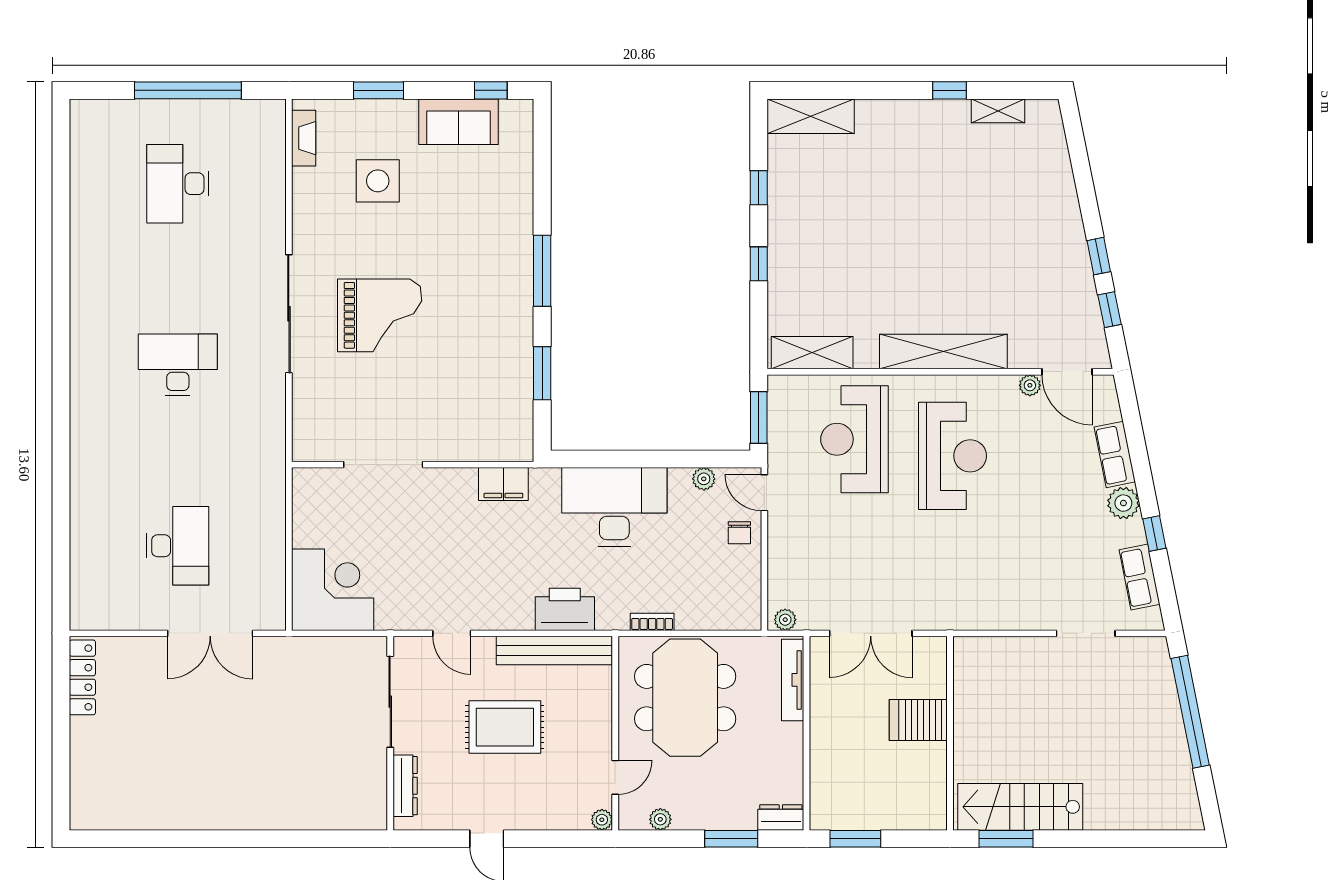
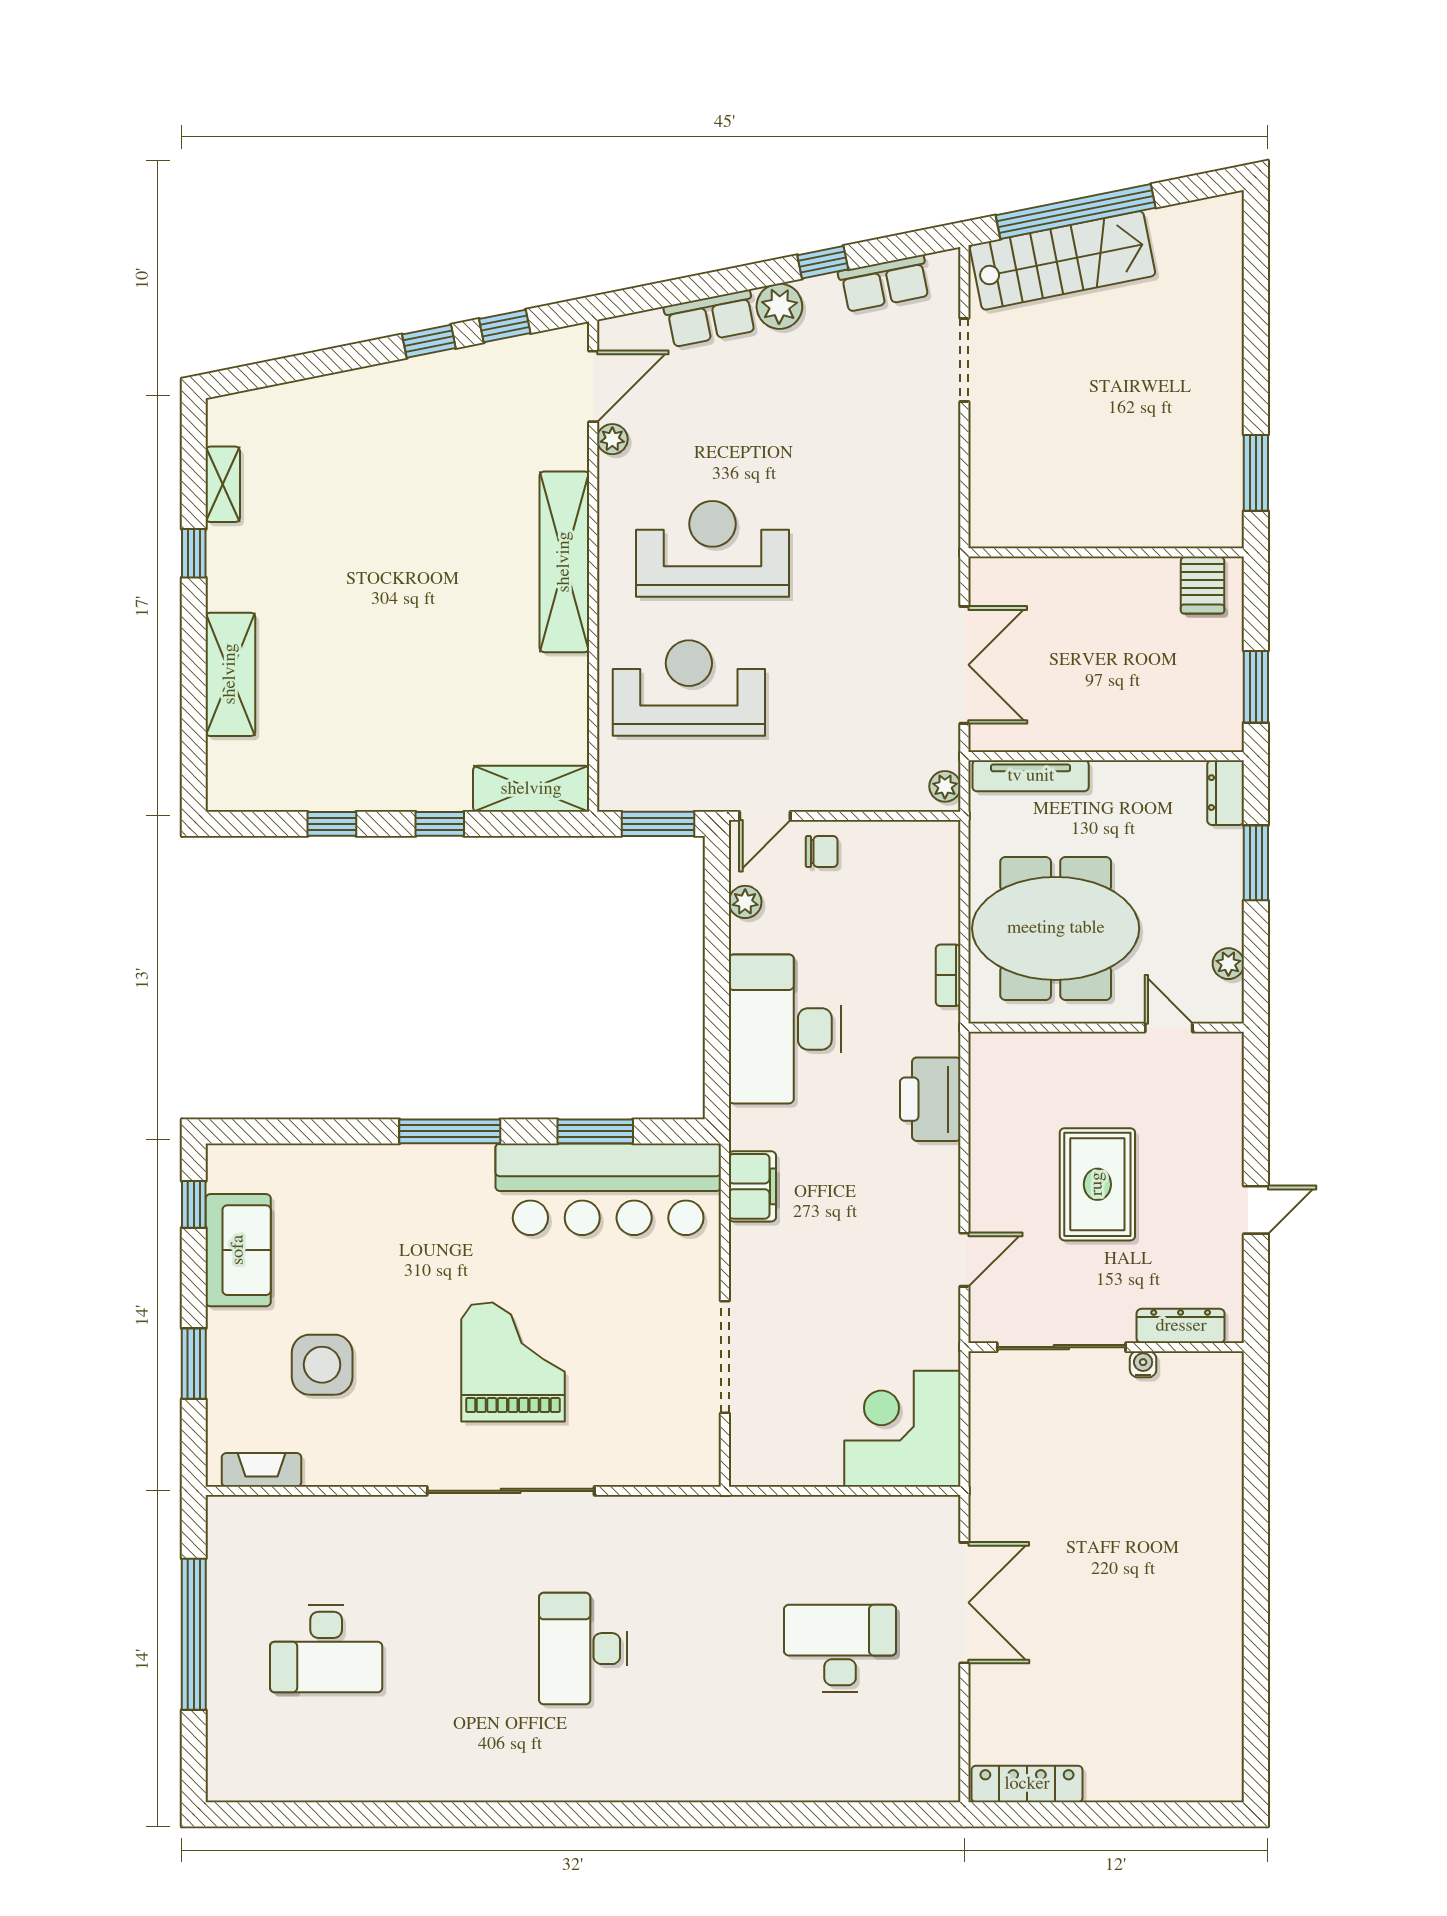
shelving: (811, 116) -> (230, 674), moved
shelving: (812, 353) -> (531, 789), moved, turned 90
bar counter: (501, 382) -> (608, 1189), added
reception desk: (854, 439) -> (689, 688), turned 180
bench: (554, 651) -> (989, 1114), removed
server rack: (918, 720) -> (1203, 585), moved, width x0.73, depth x0.70
water cooler: (378, 759) -> (1143, 1364), added
stairs: (1020, 807) -> (1062, 260), moved, turned -101
plant: (602, 820) -> (1229, 1047), removed

